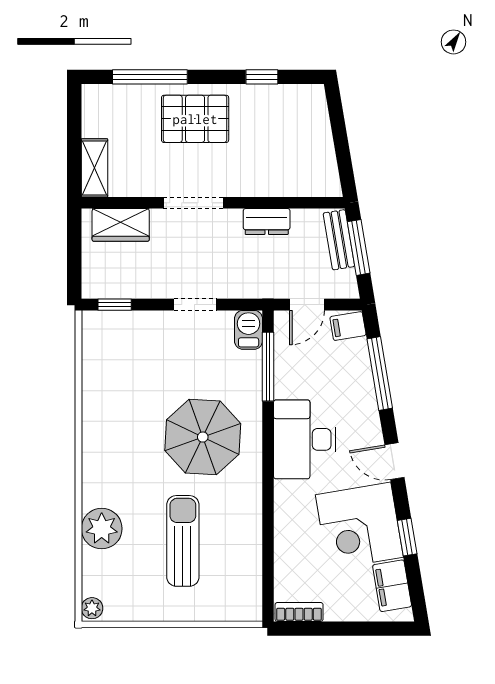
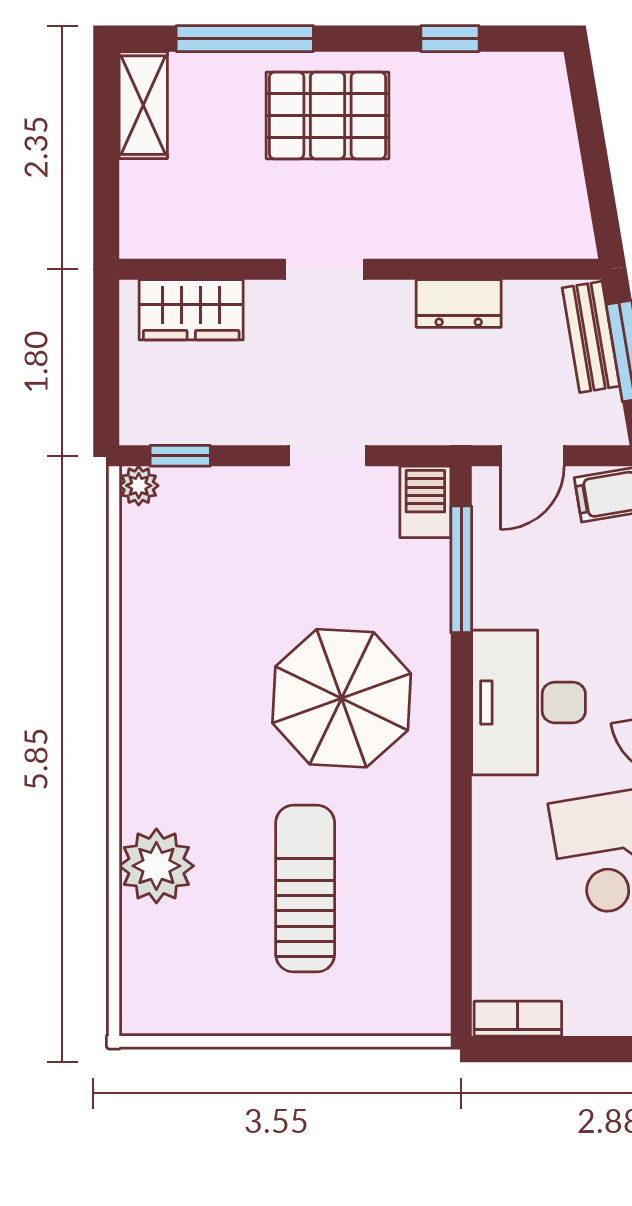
shelving: (94, 168) -> (143, 105), moved
doorway: (193, 203) -> (324, 269), width x0.73
plant: (92, 608) -> (139, 486), moved

